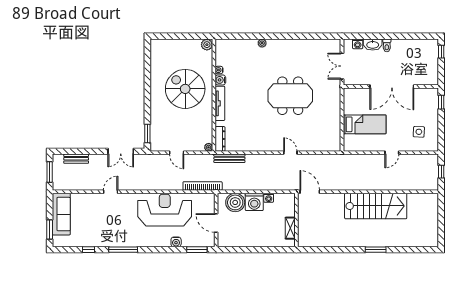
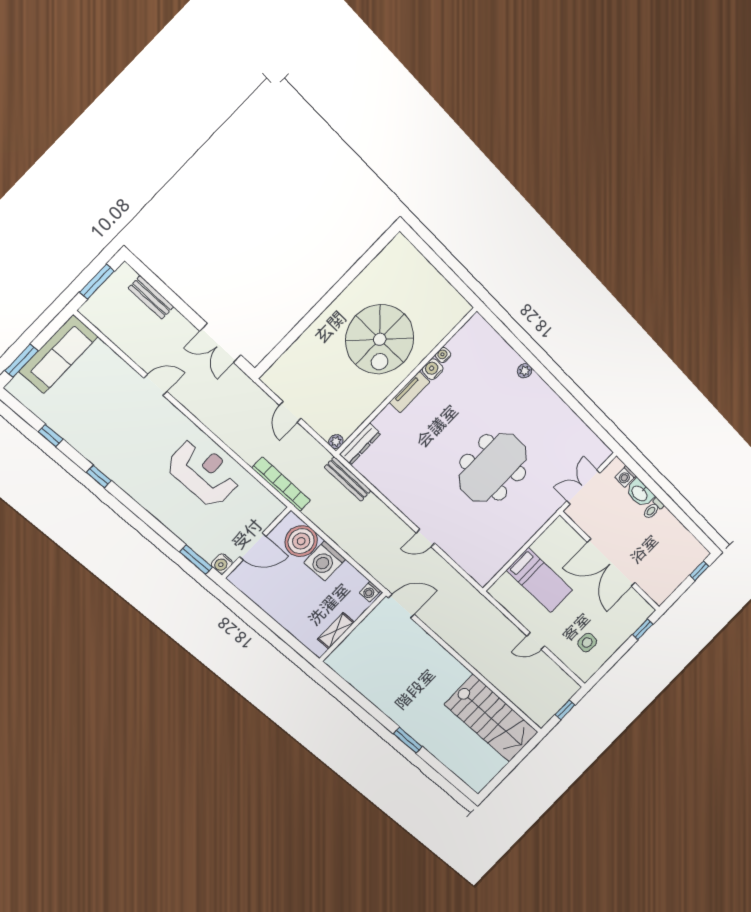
plant: (207, 45) -> (460, 308), removed
spiral stairs: (185, 89) -> (380, 339), turned 180
meeting table: (290, 96) -> (493, 468), turned 90
tv unit: (220, 103) -> (410, 392), width x0.71
window: (147, 133) -> (277, 352), removed
door: (290, 153) -> (425, 538), swing flipped
door: (310, 192) -> (401, 606), hinge flipped
washing machine: (269, 198) -> (370, 592), moved
stairs: (376, 206) -> (492, 718), moved
reception desk: (165, 210) -> (204, 473), width x0.74, depth x0.77
door: (216, 223) -> (253, 546), swing flipped
water cooler: (176, 242) -> (222, 564), moved
window: (123, 250) -> (99, 477), width x0.46

